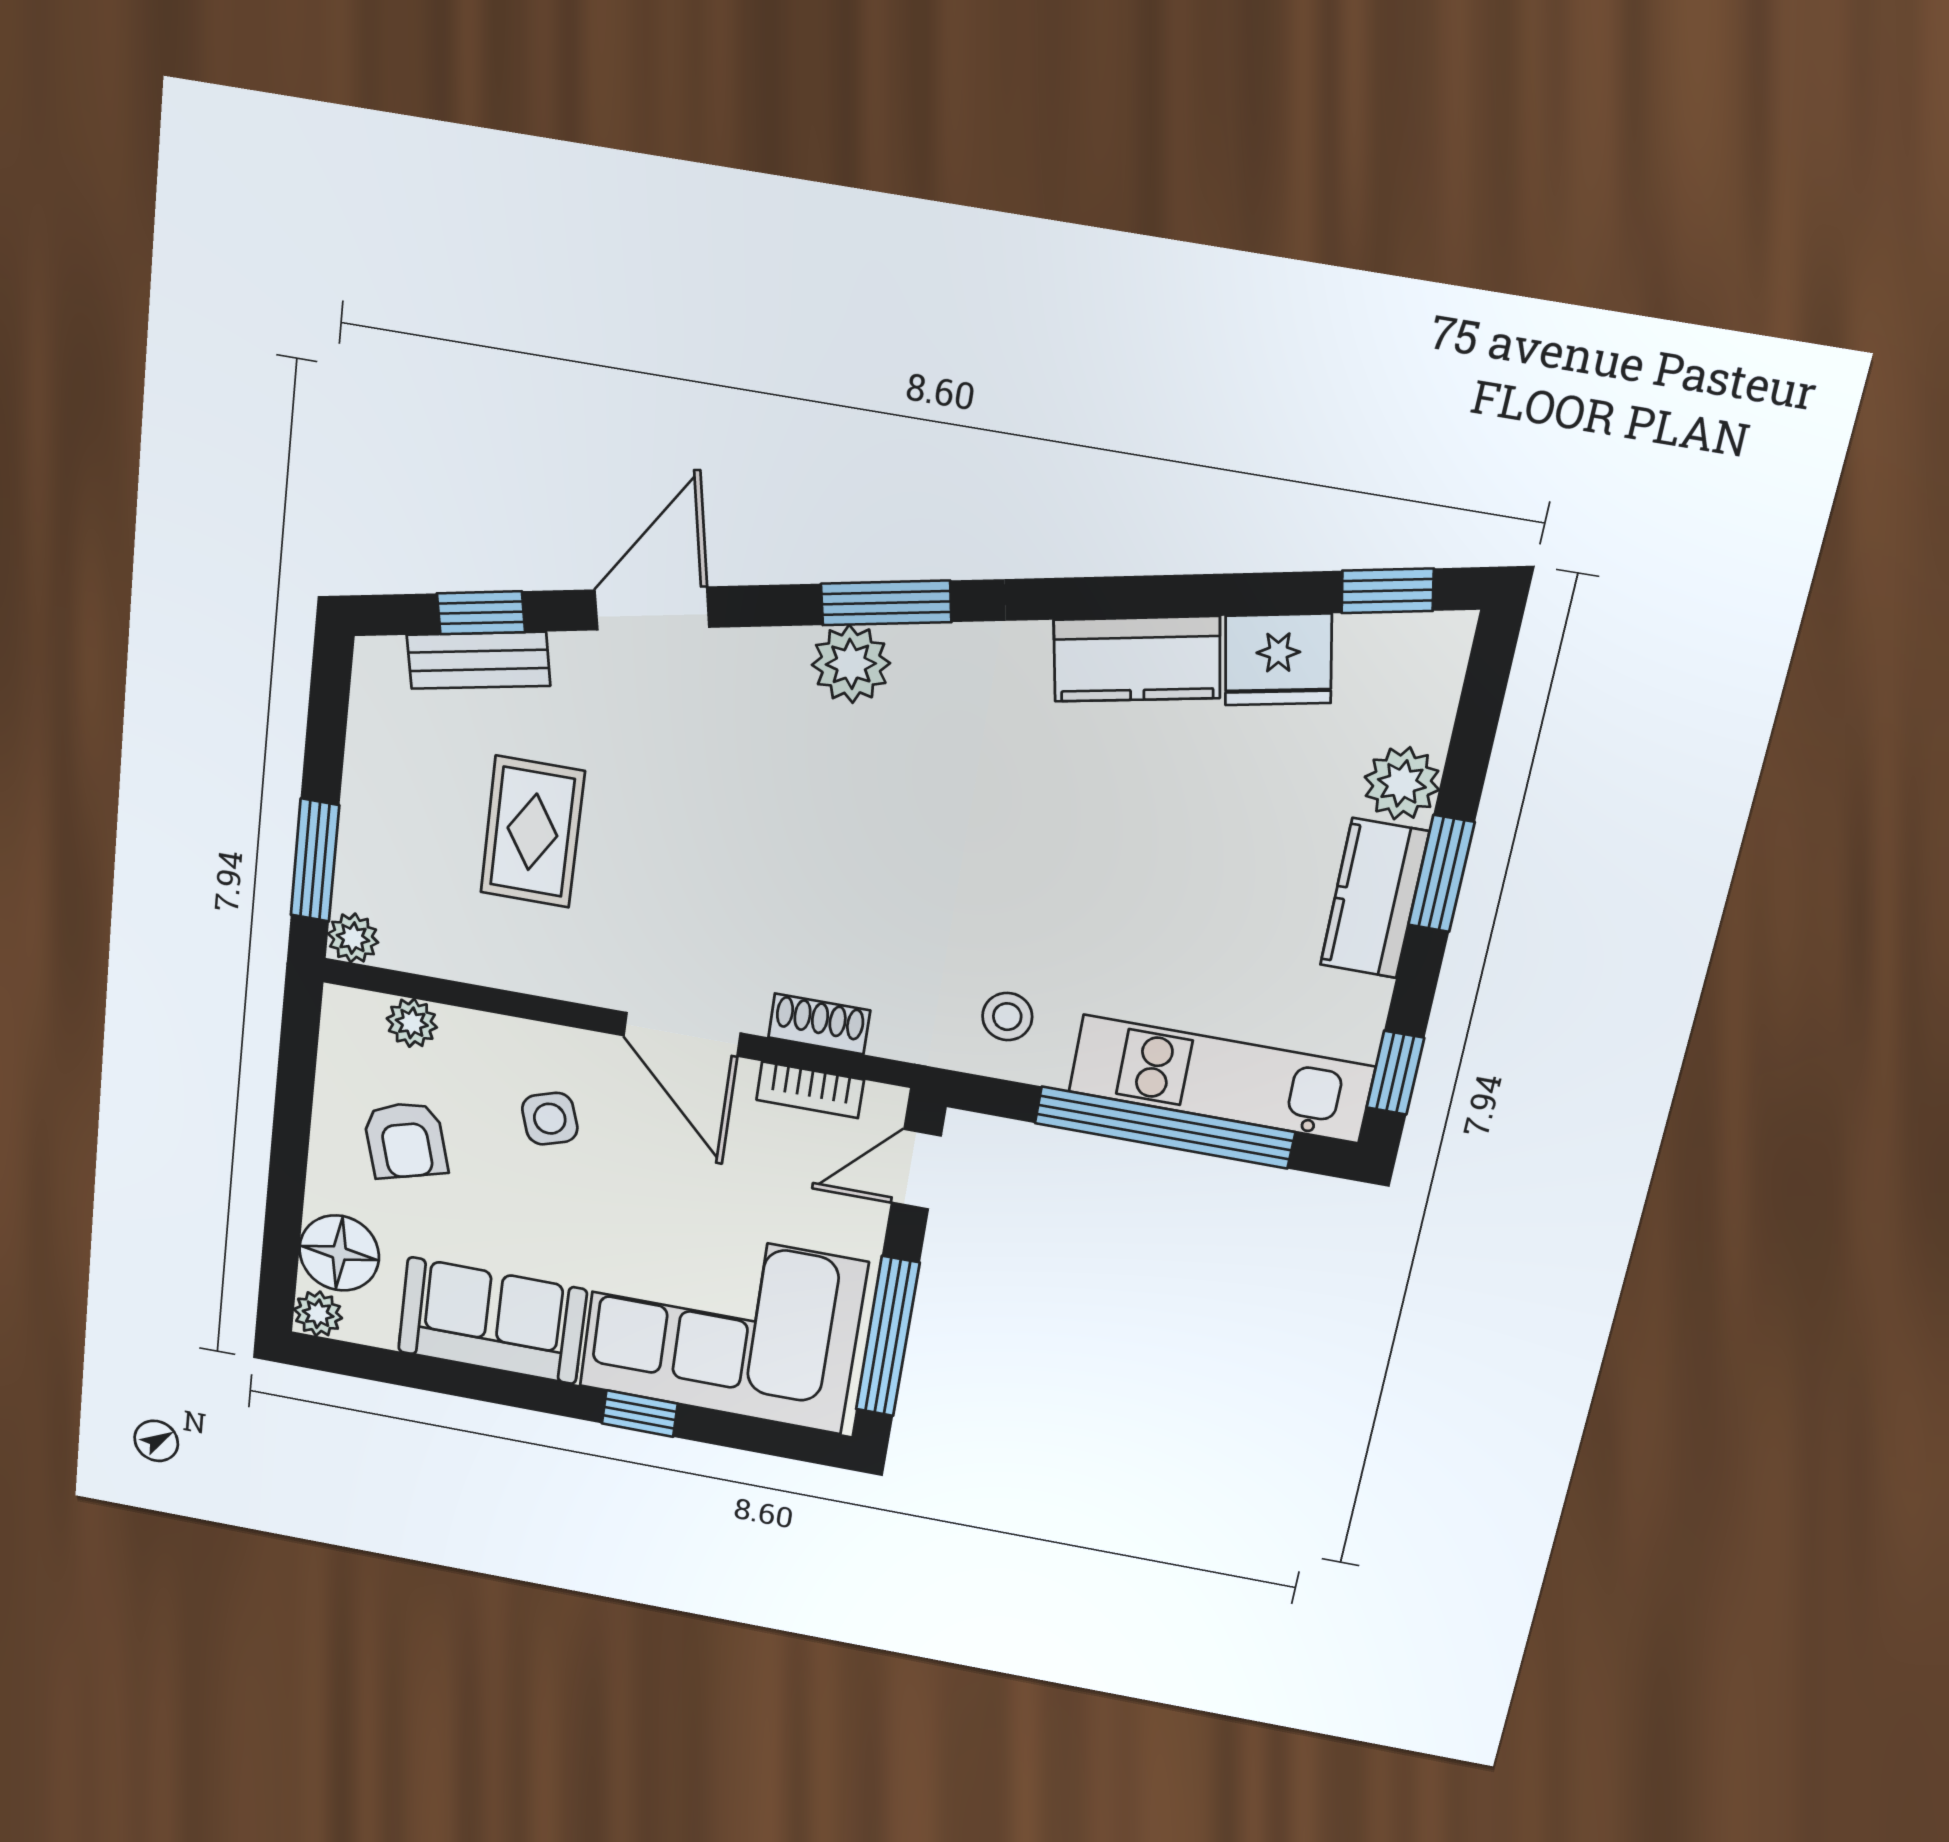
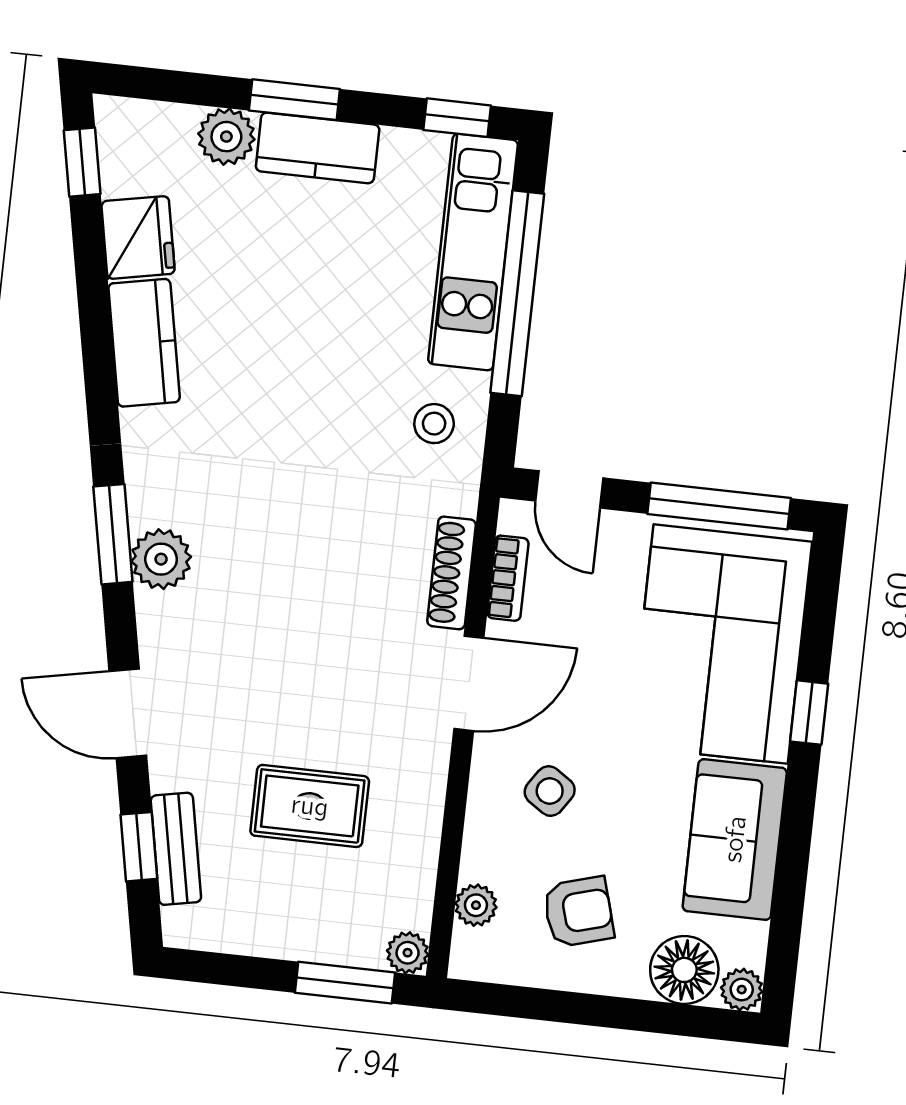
shoe rack: (819, 1024) -> (452, 573), width x1.43
side table: (550, 1119) -> (550, 791), turned -38

